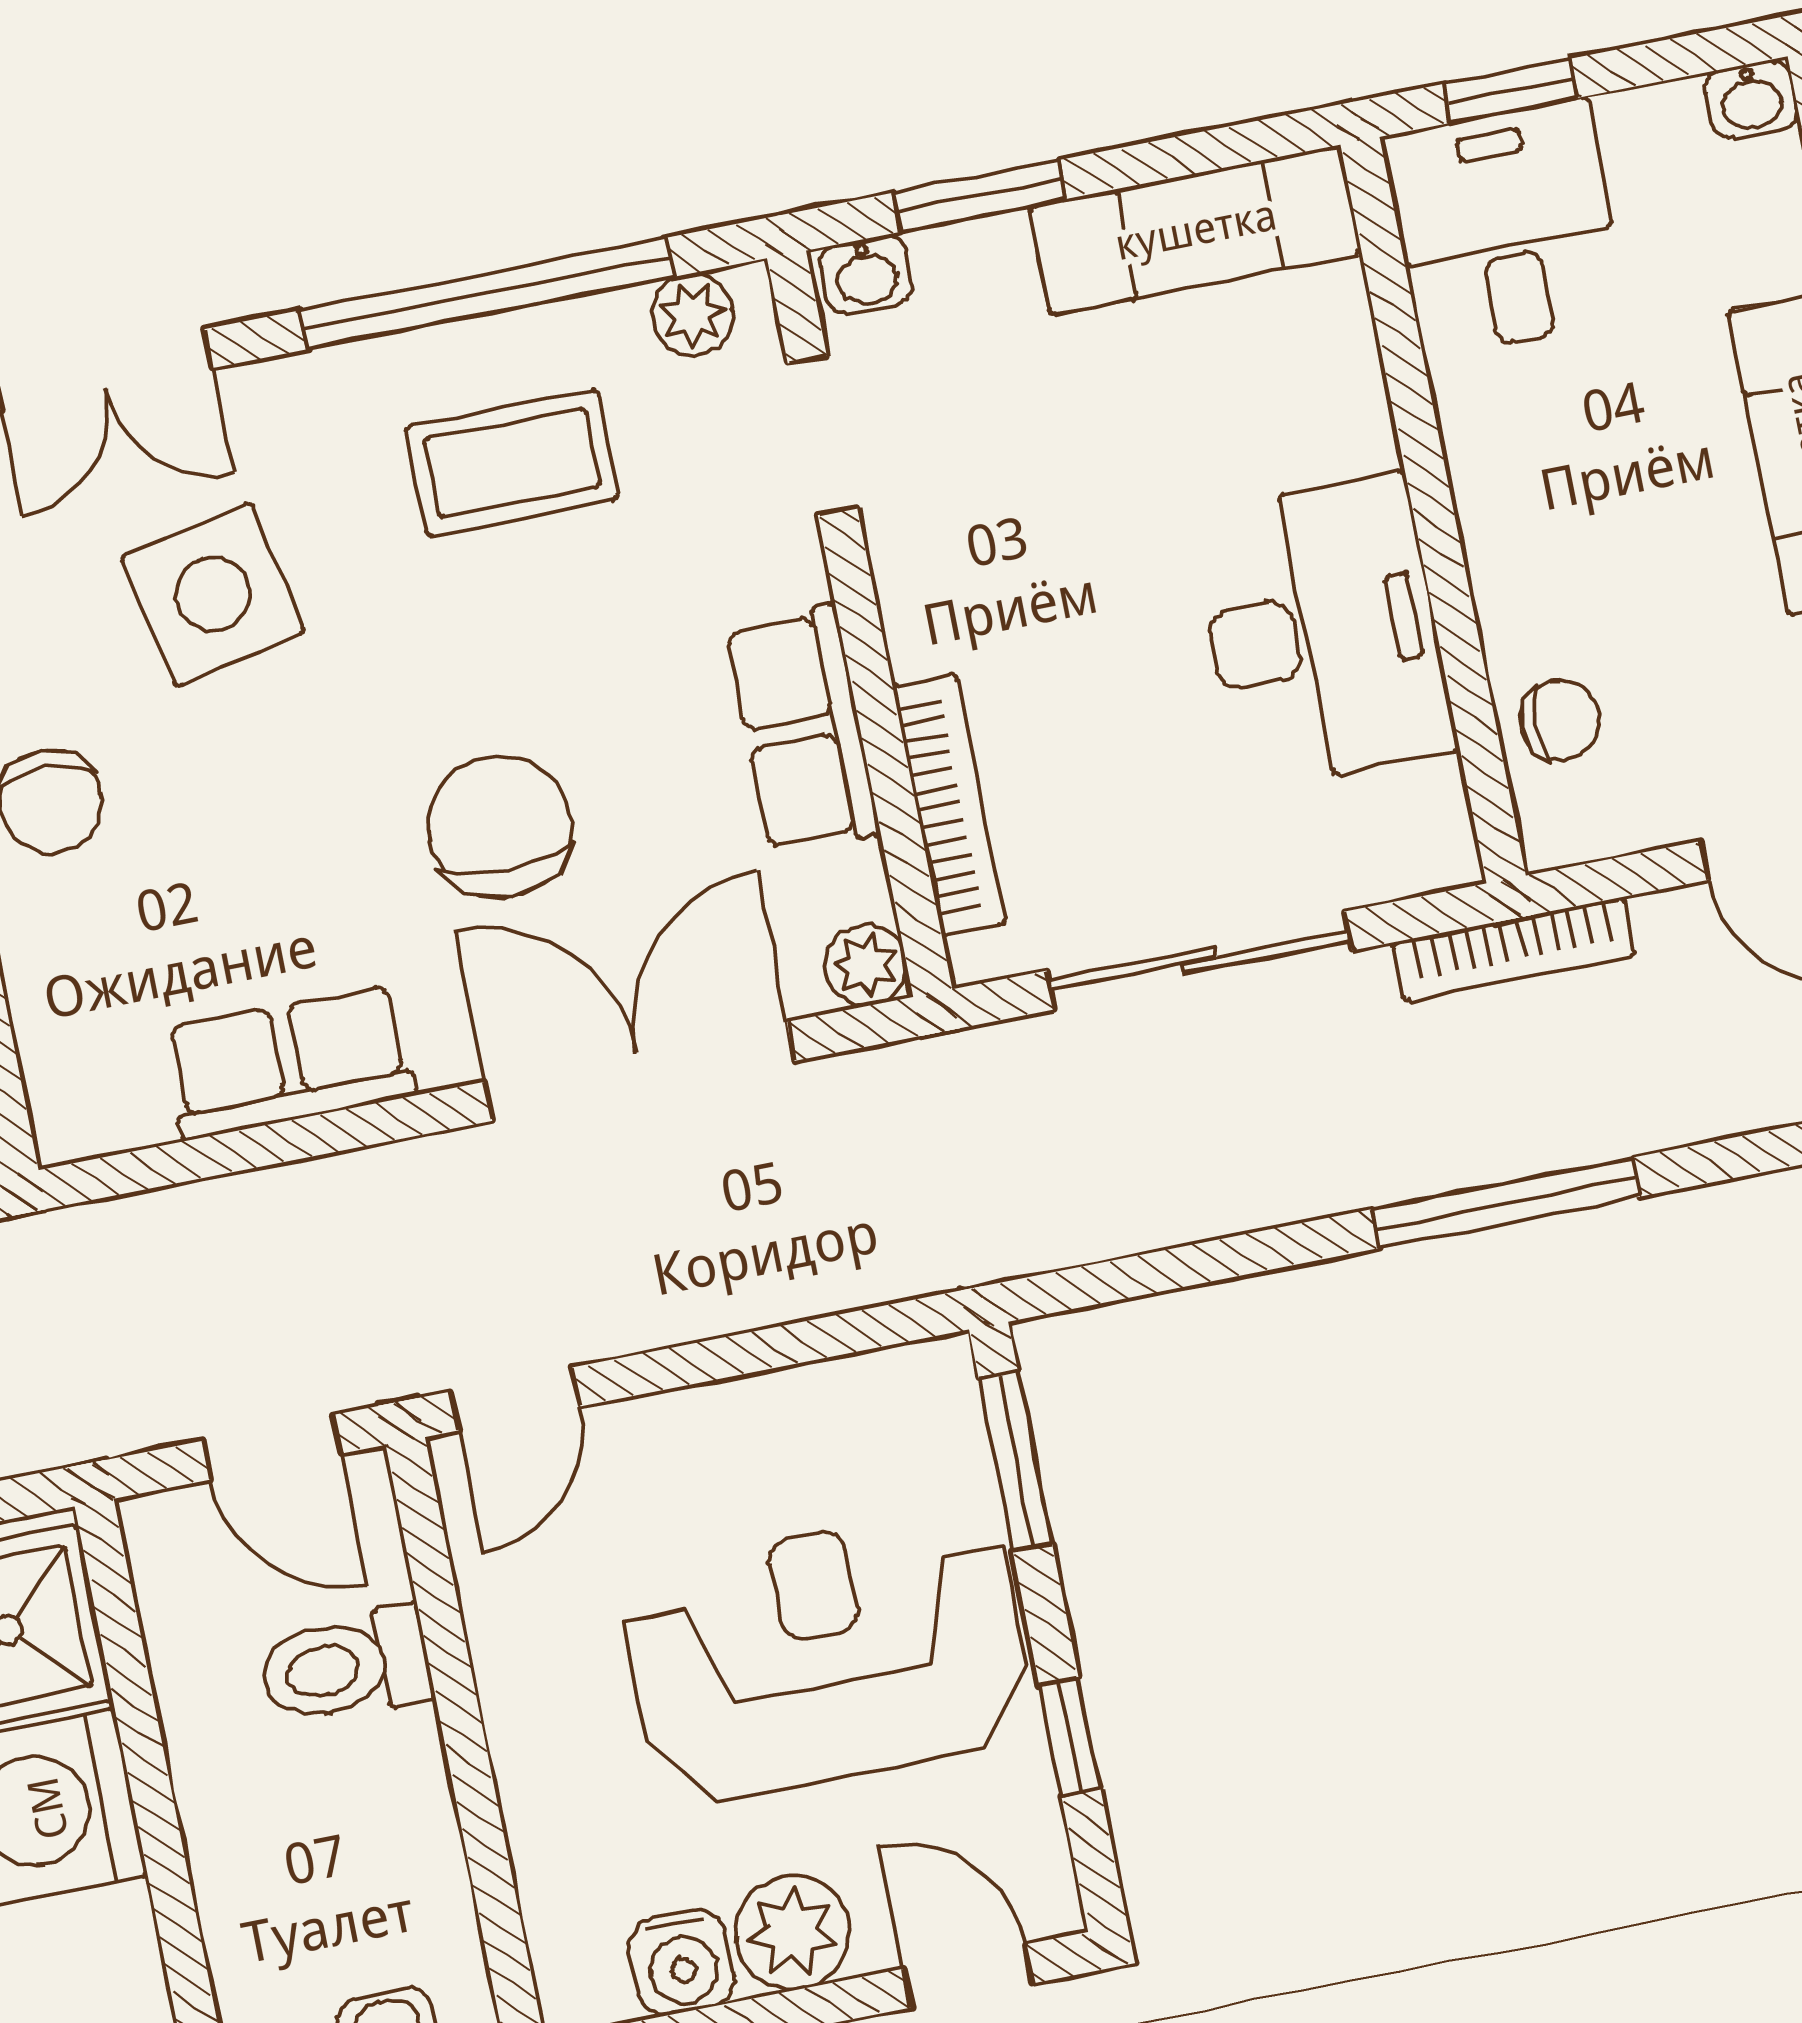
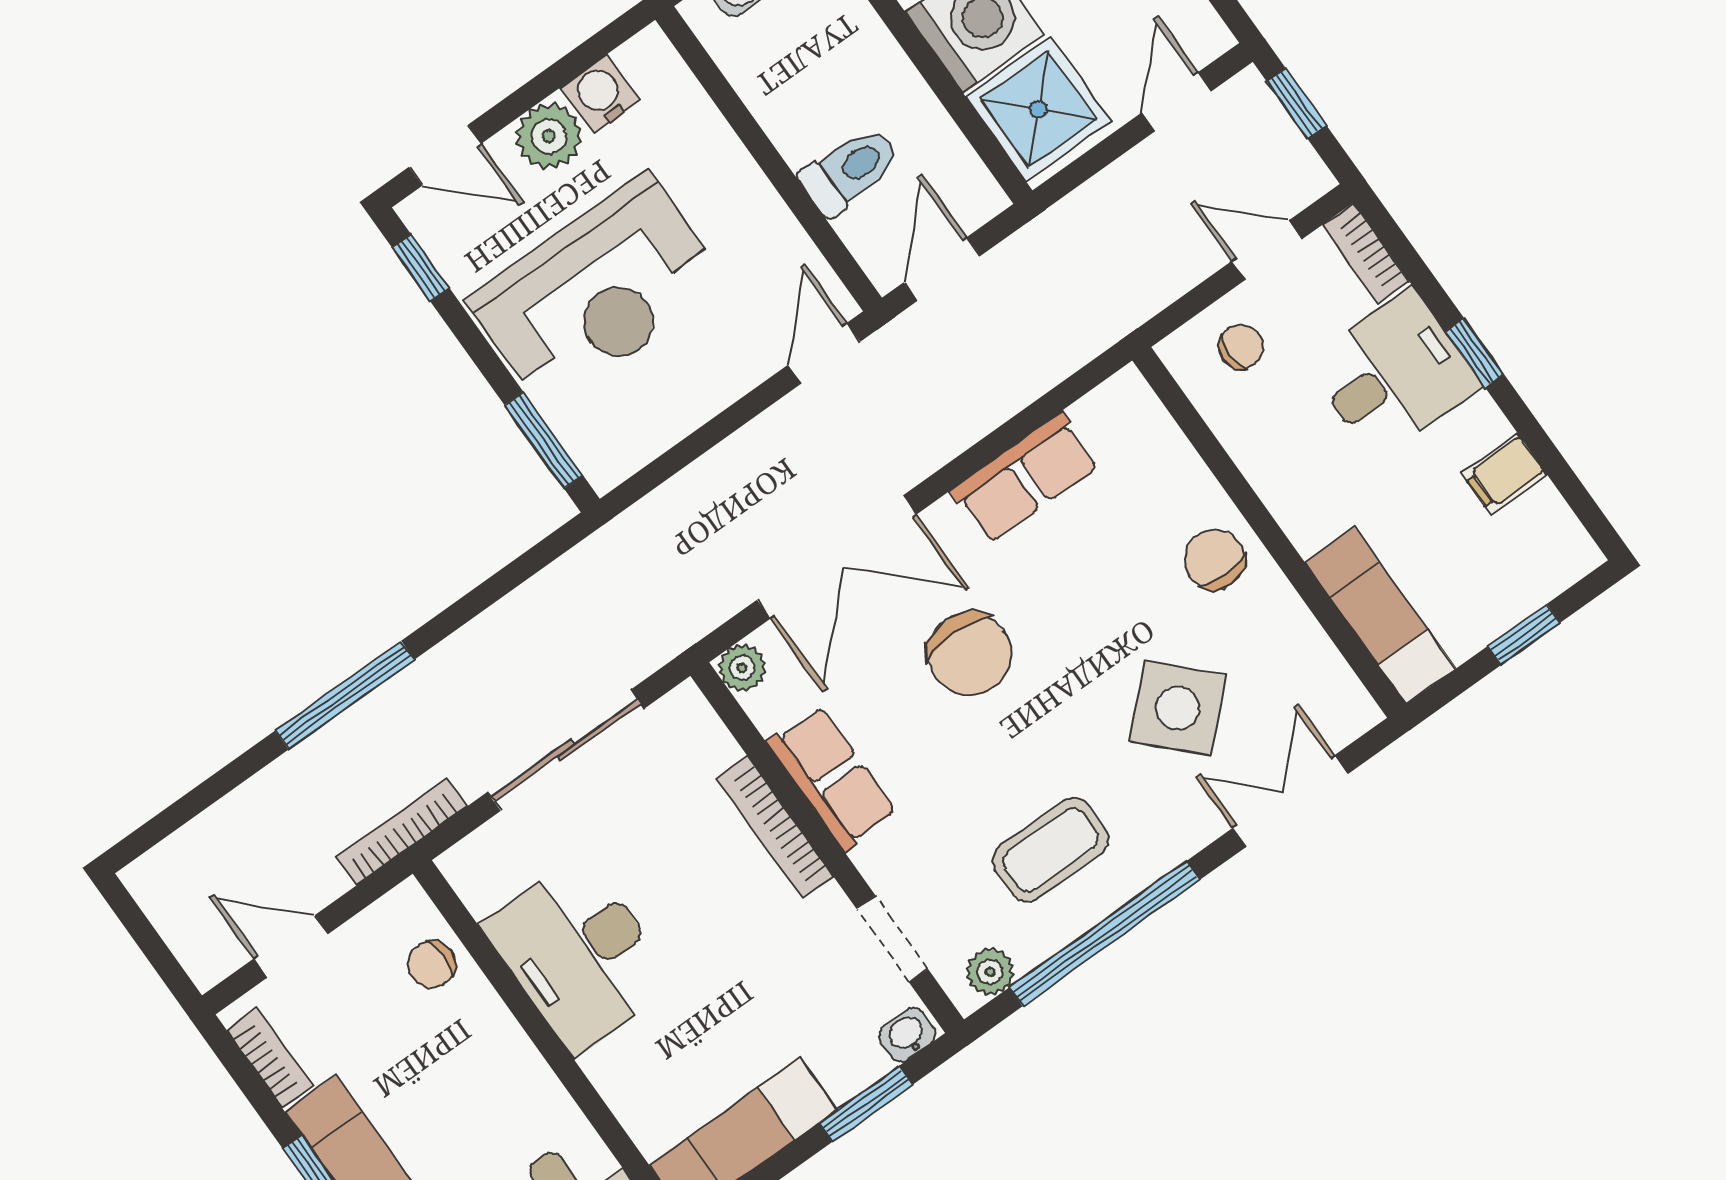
side table: (213, 595) -> (1178, 708), turned -32
bookcase: (949, 805) -> (775, 827), moved
door: (272, 1447) -> (942, 269), hinge flipped
window: (1070, 1736) -> (421, 268), moved

